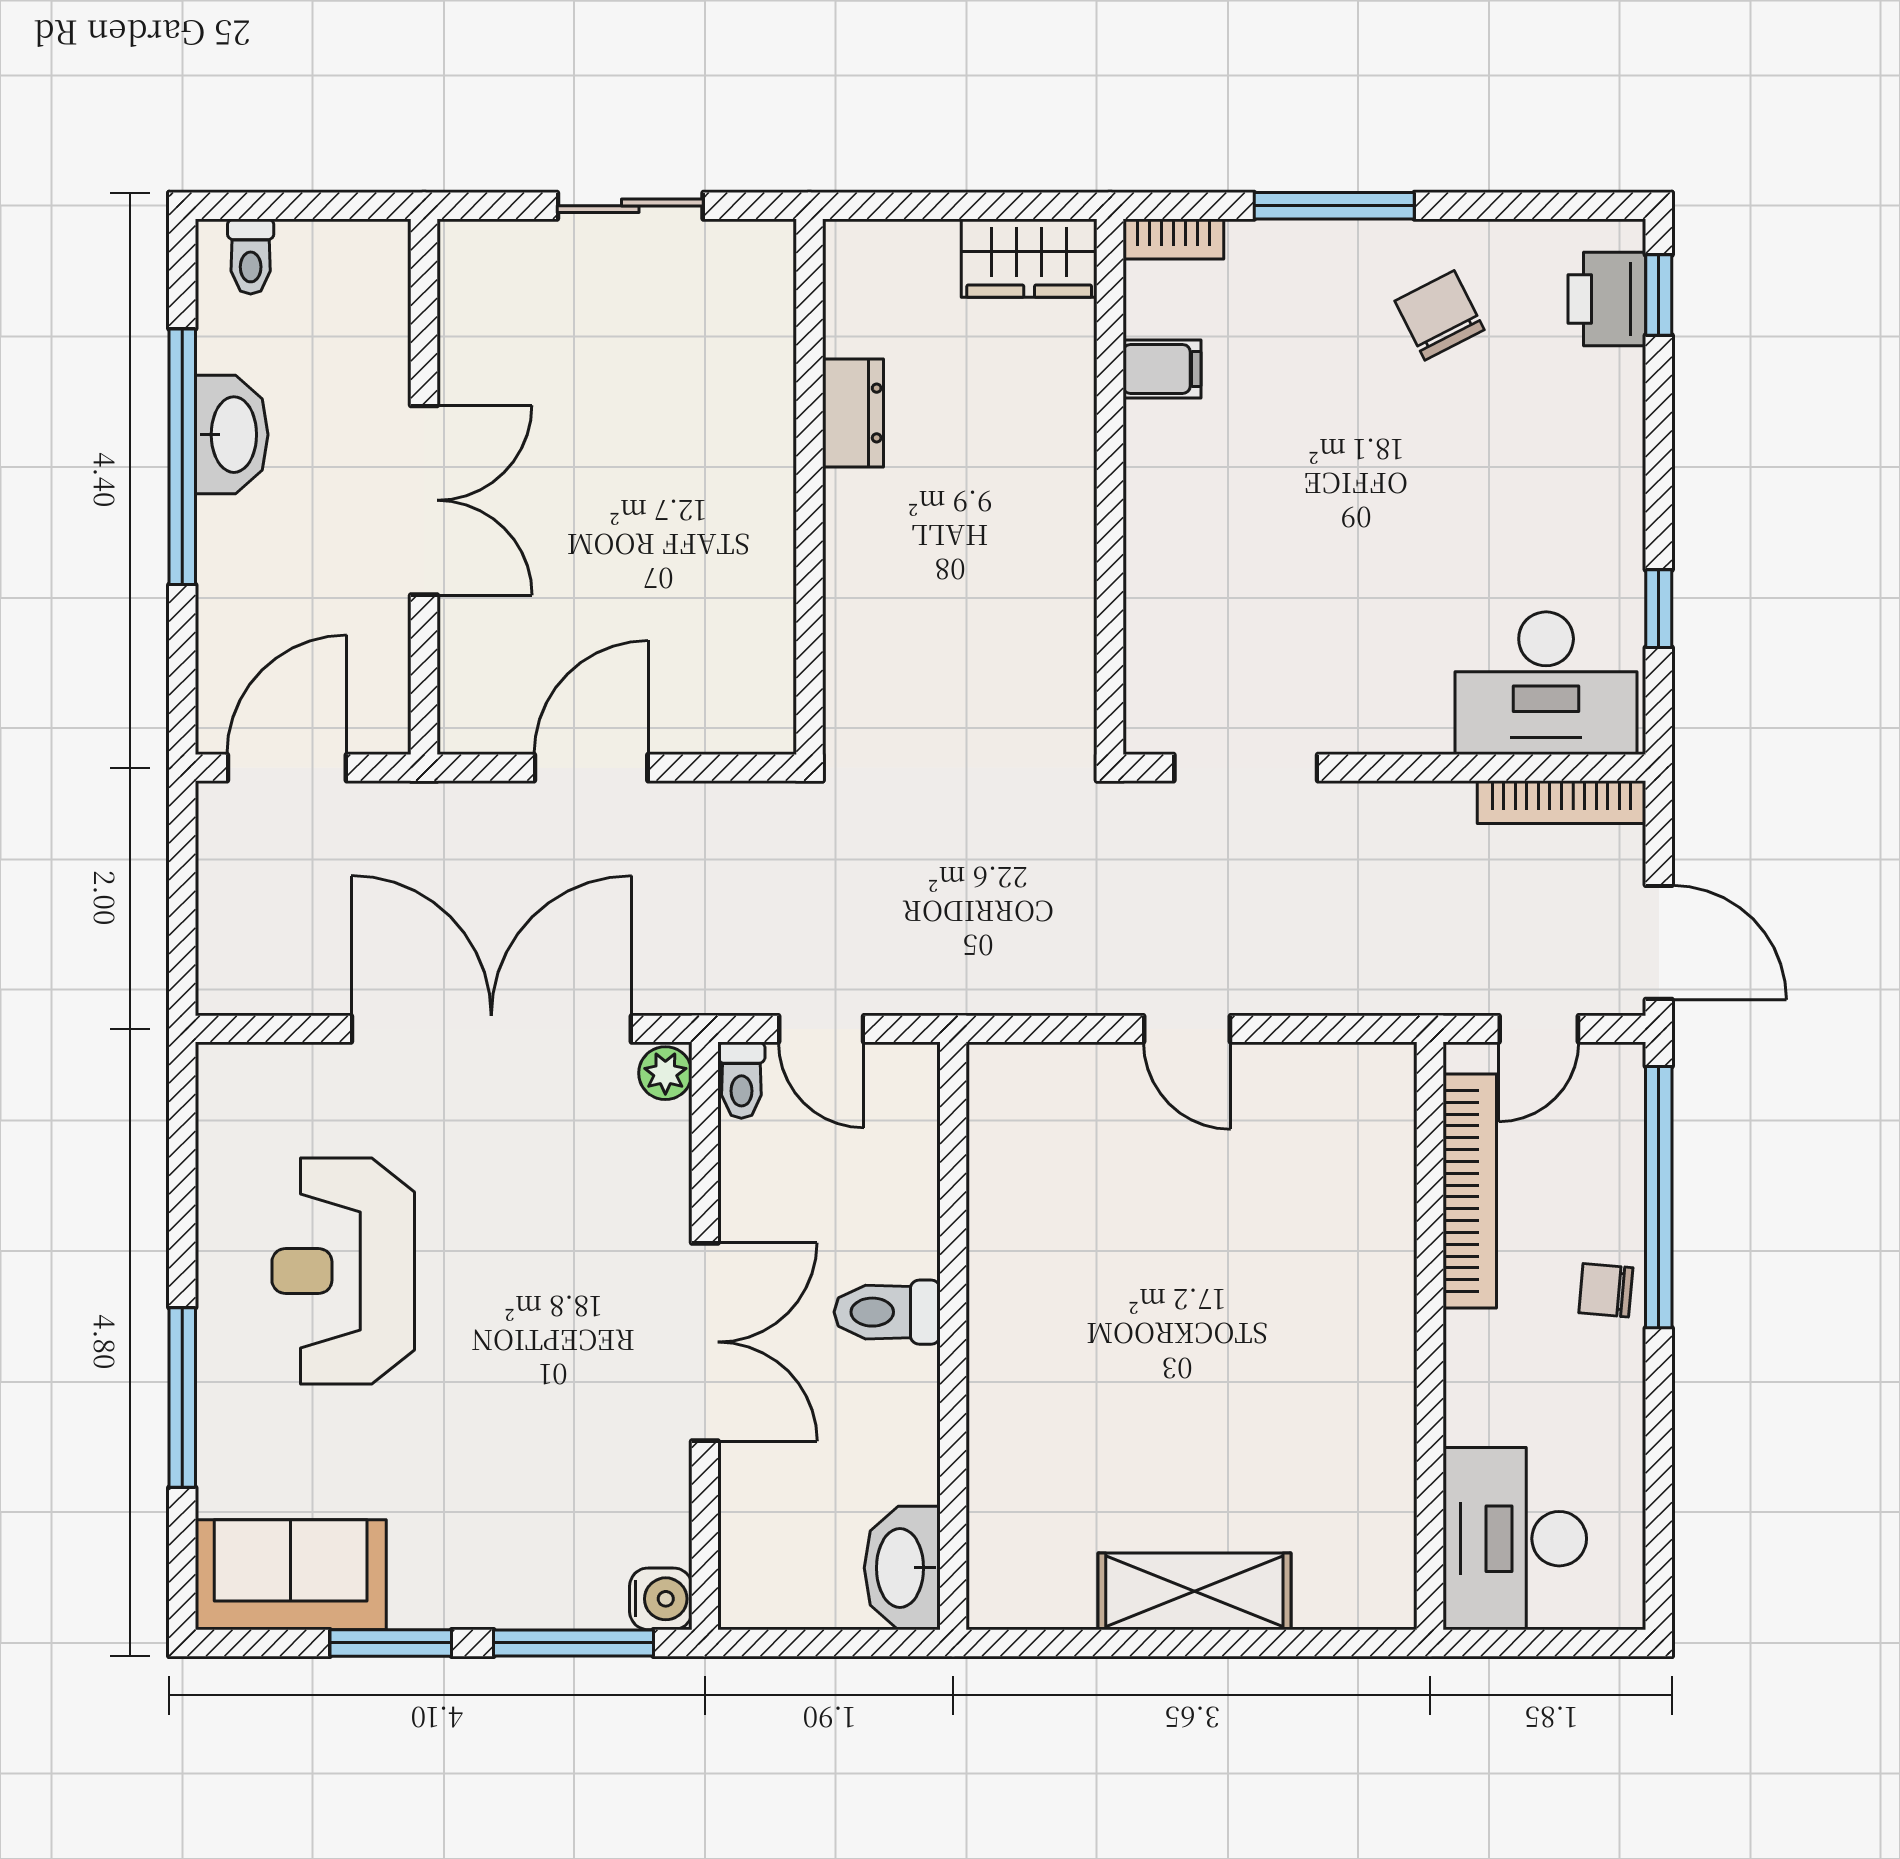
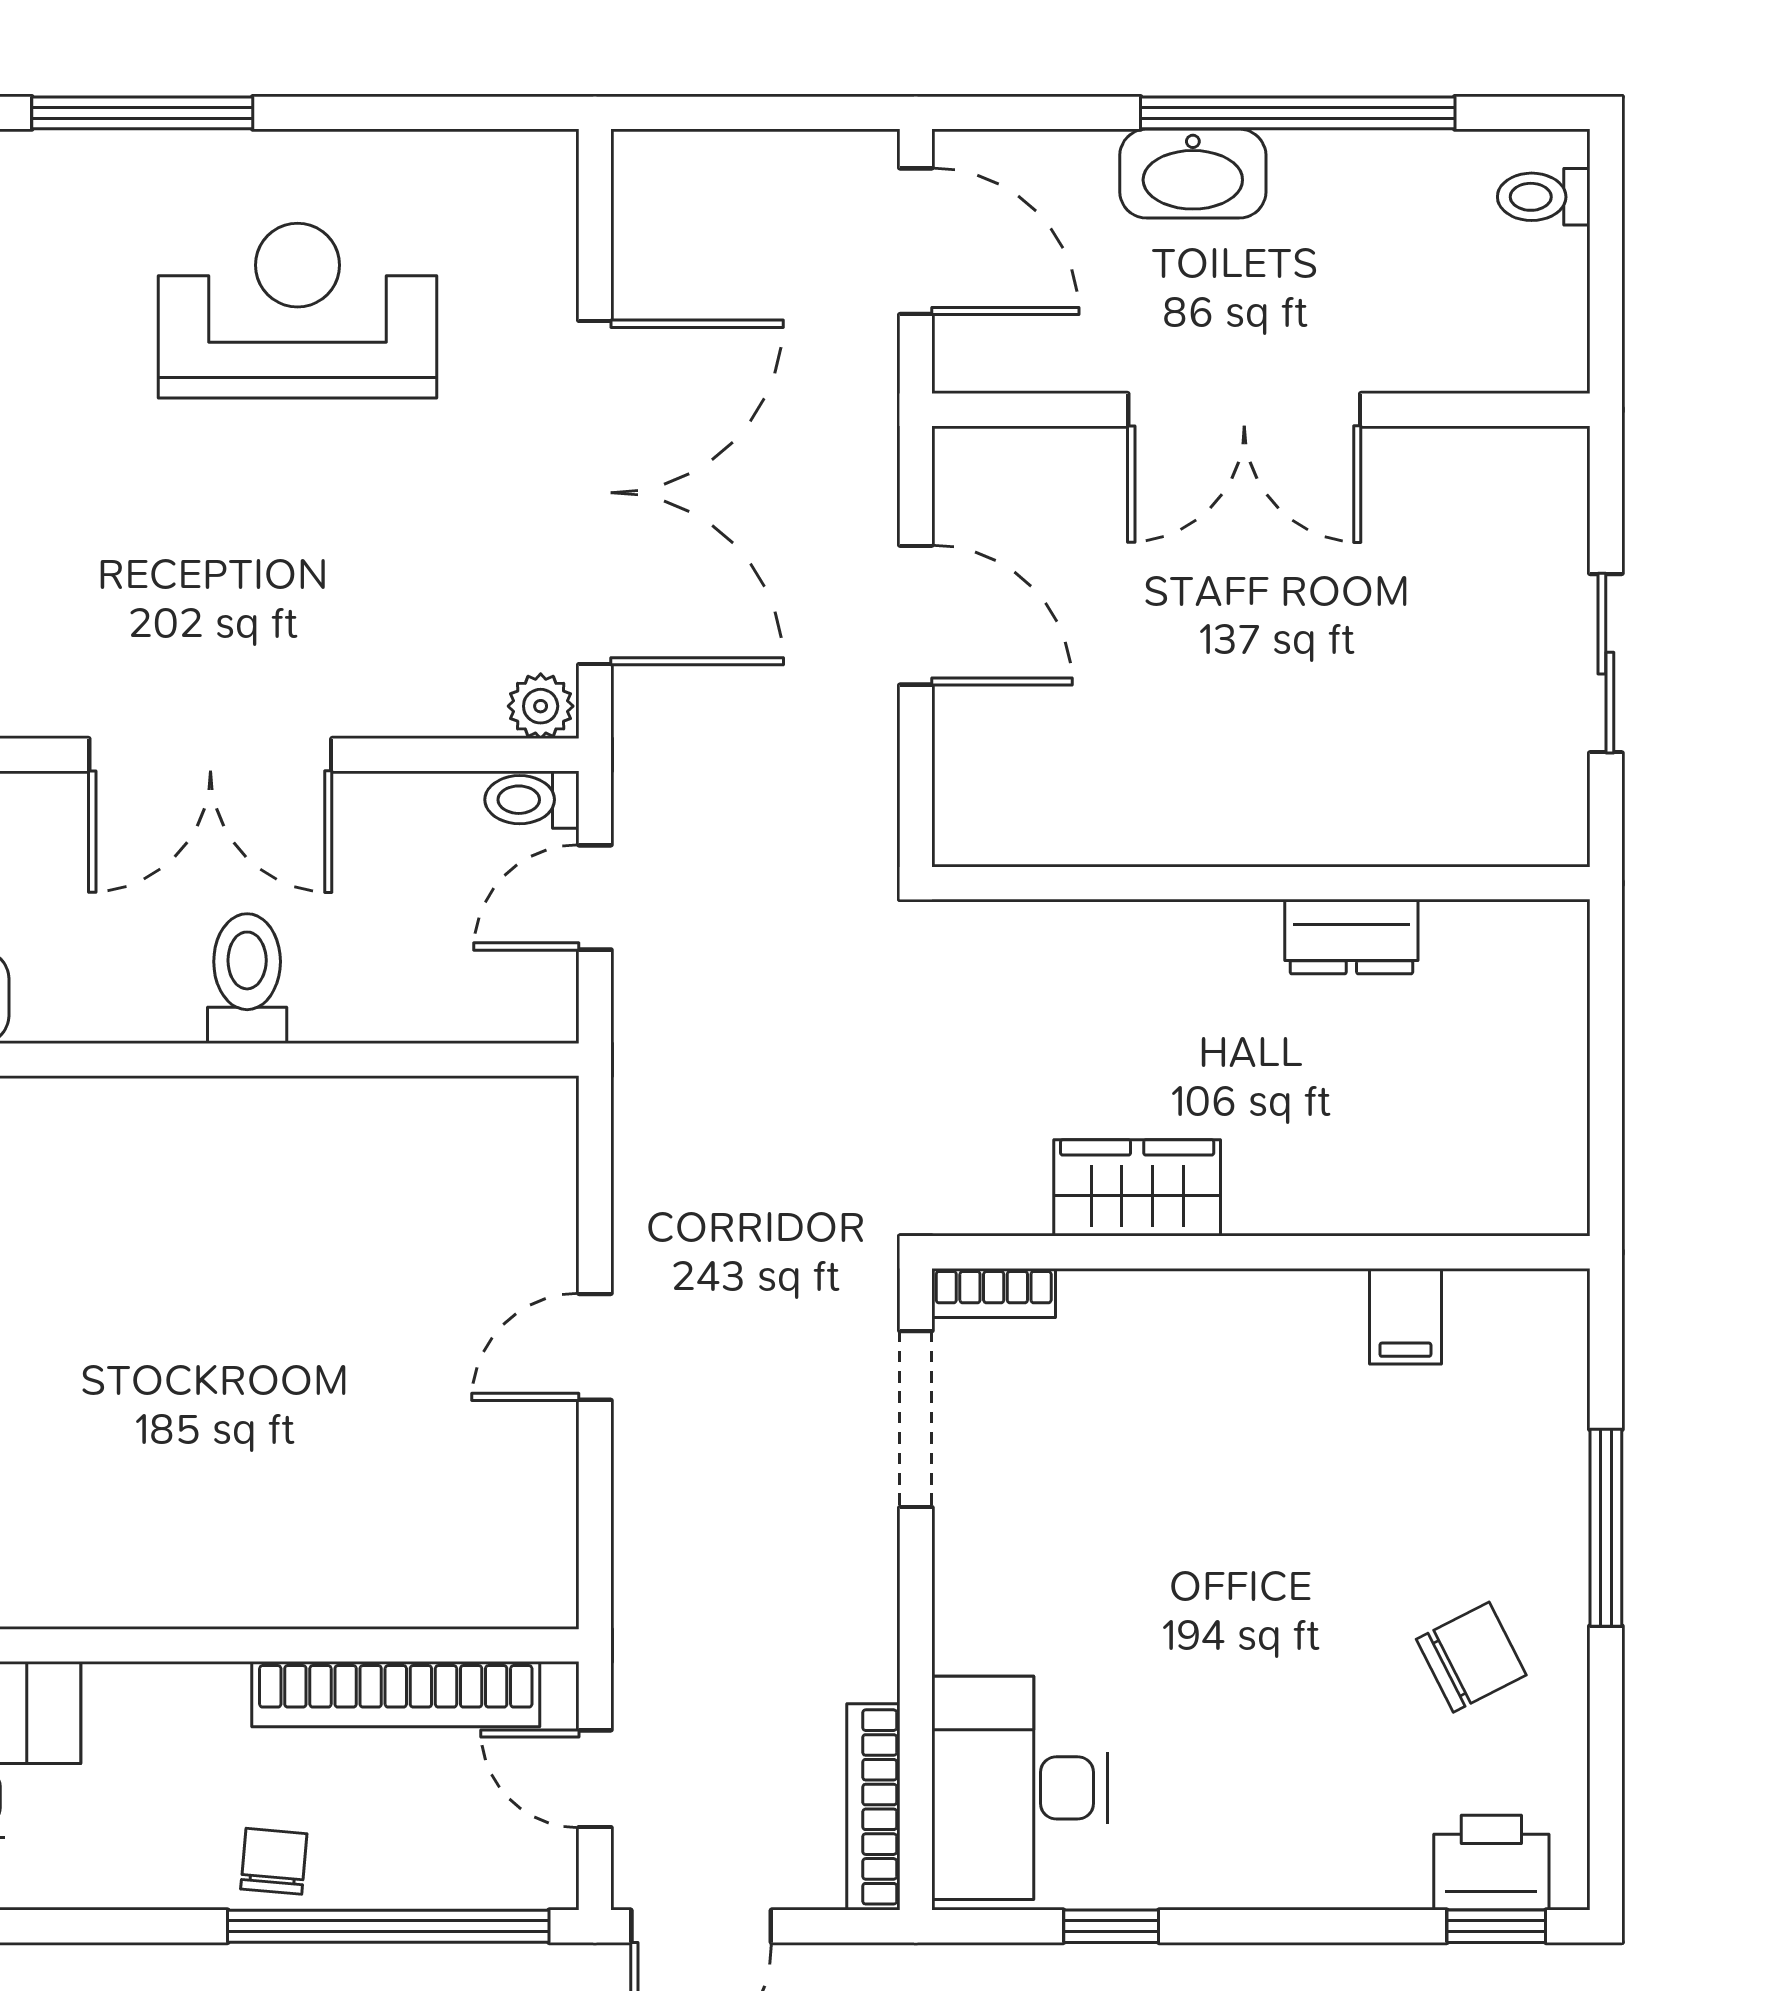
bookcase: (1173, 239) -> (994, 1293), moved, turned -90
wardrobe: (1029, 258) -> (1137, 1188), moved, turned 90
washbasin: (232, 435) -> (1193, 174), moved

